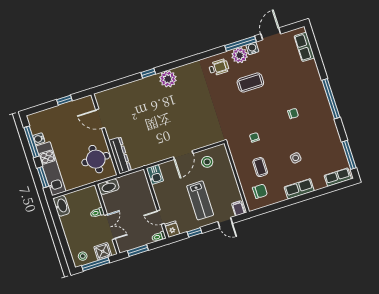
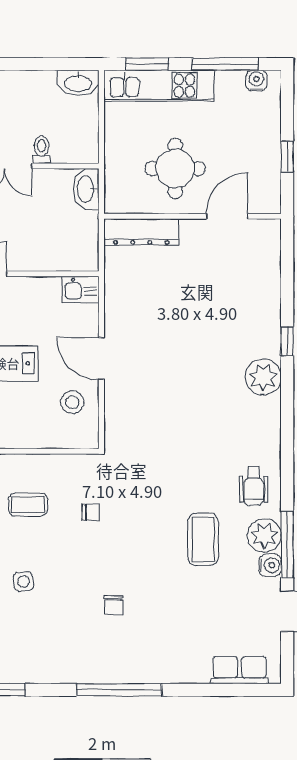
water cooler: (39, 139) -> (257, 81), moved
round table: (96, 159) -> (175, 169), moved

